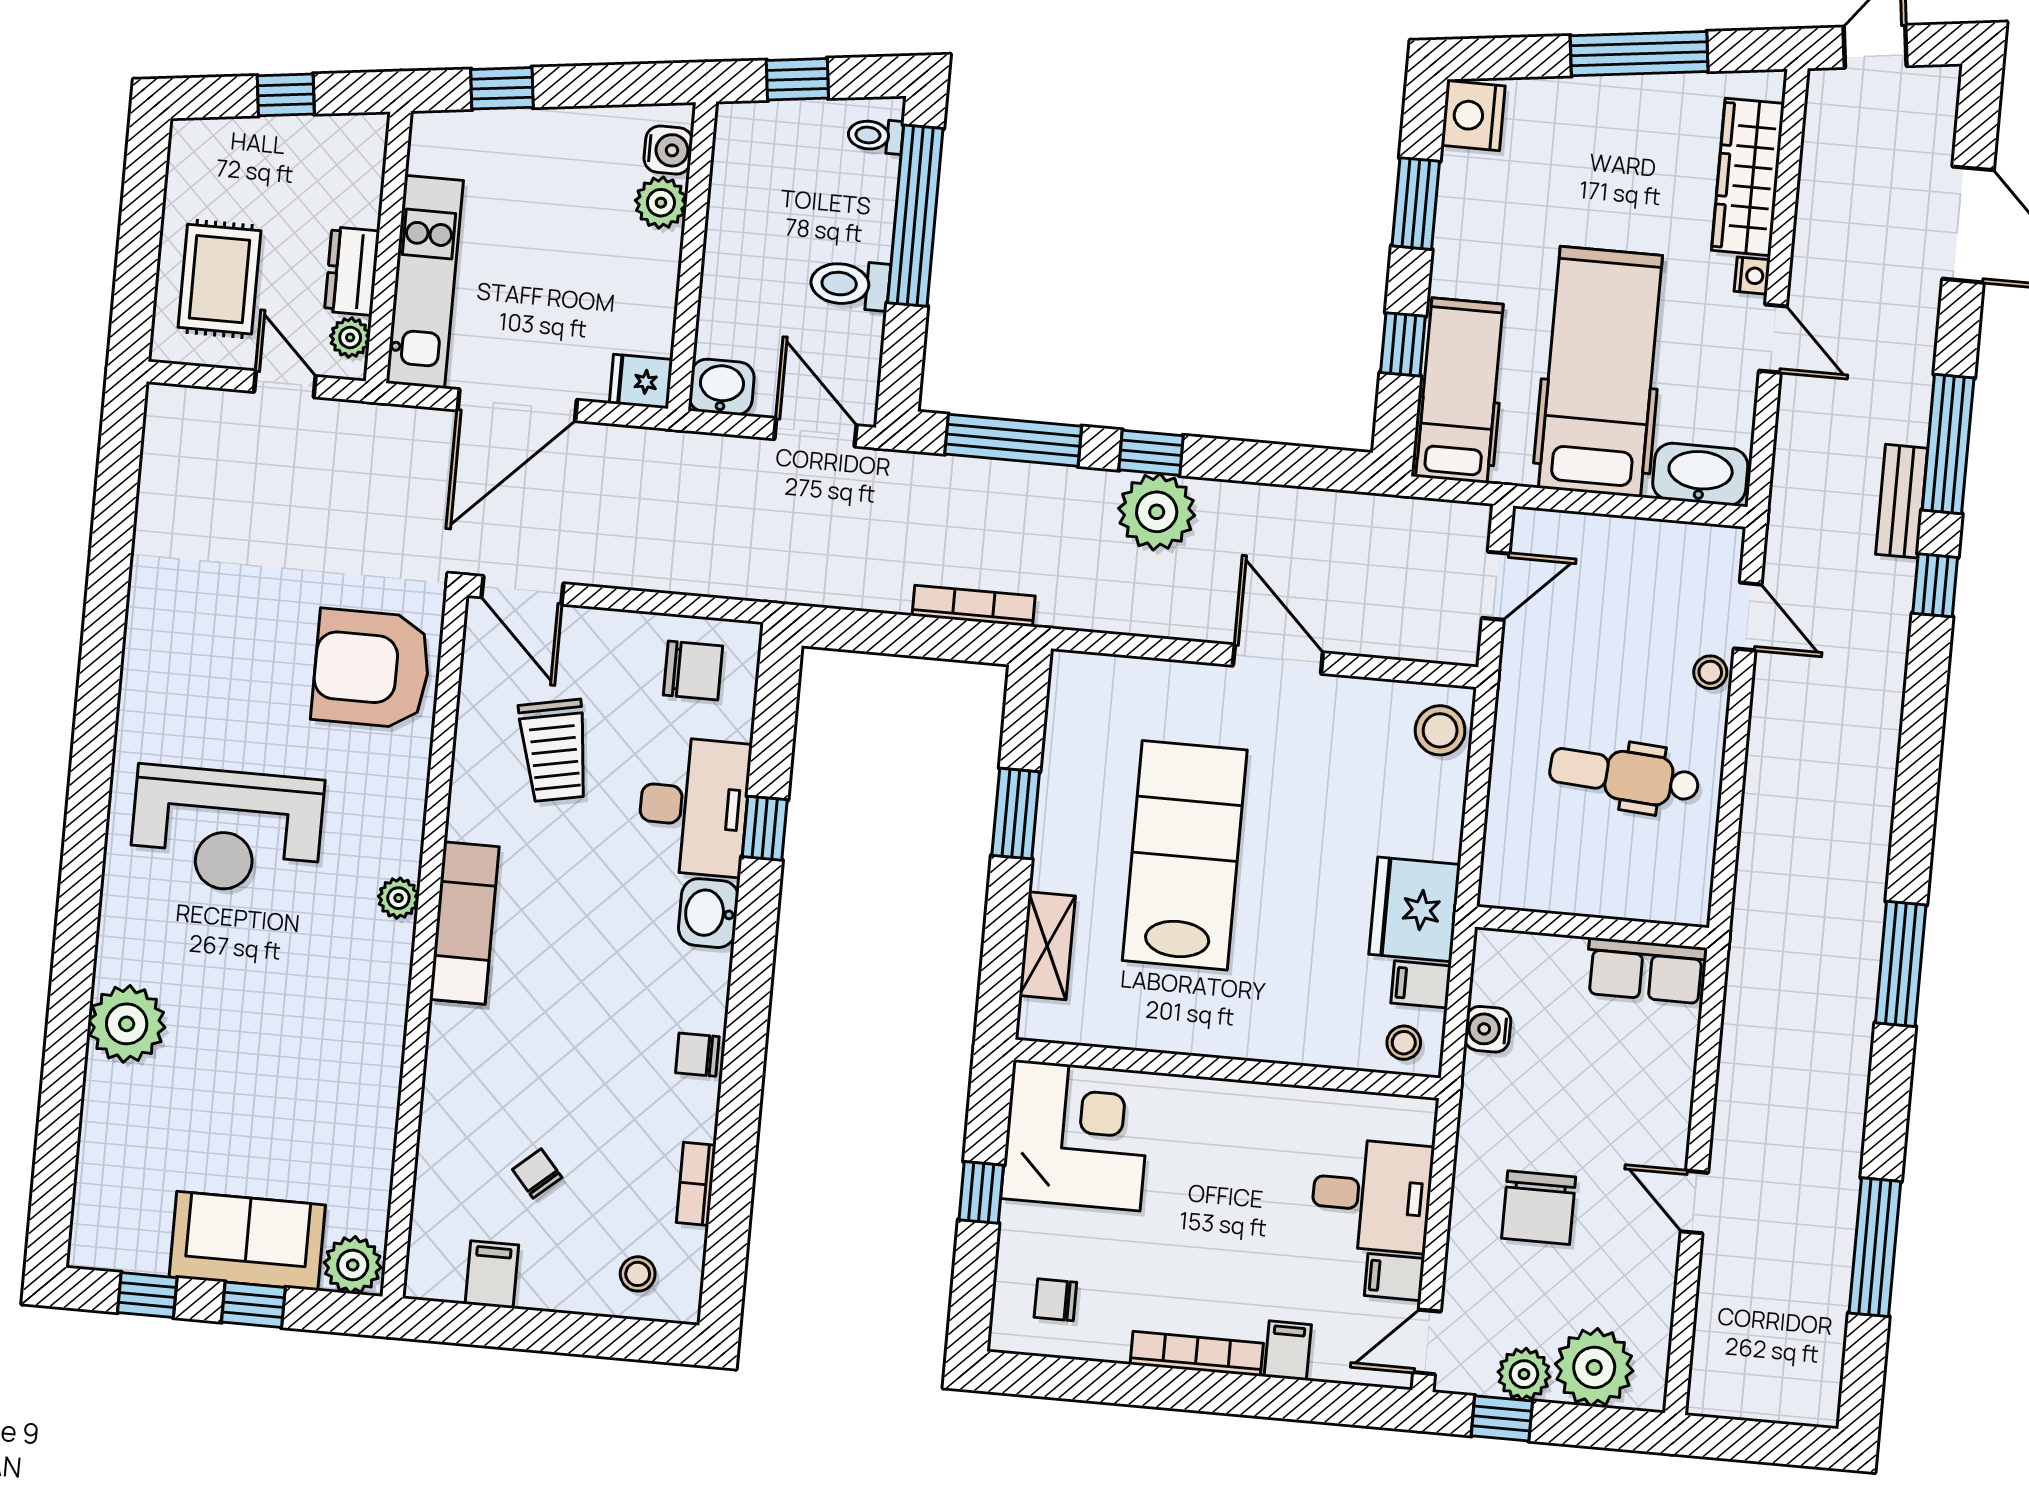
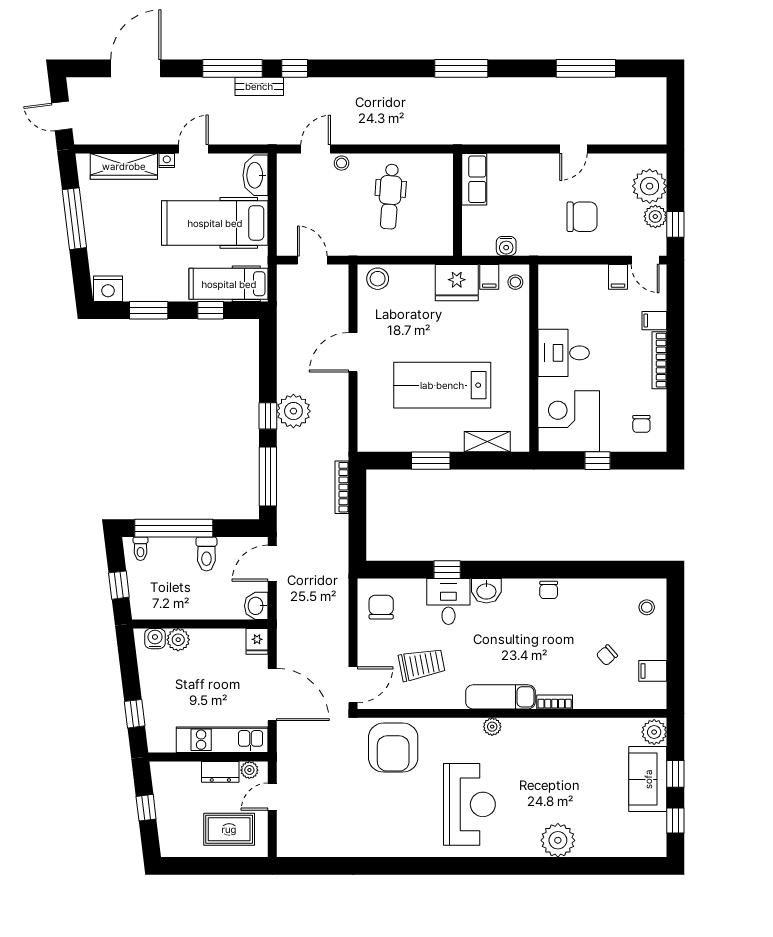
desk: (694, 806) -> (448, 601), width x0.73
bookcase: (696, 1184) -> (555, 702), moved, turned 180
desk: (1372, 1195) -> (564, 353), moved, turned -90

